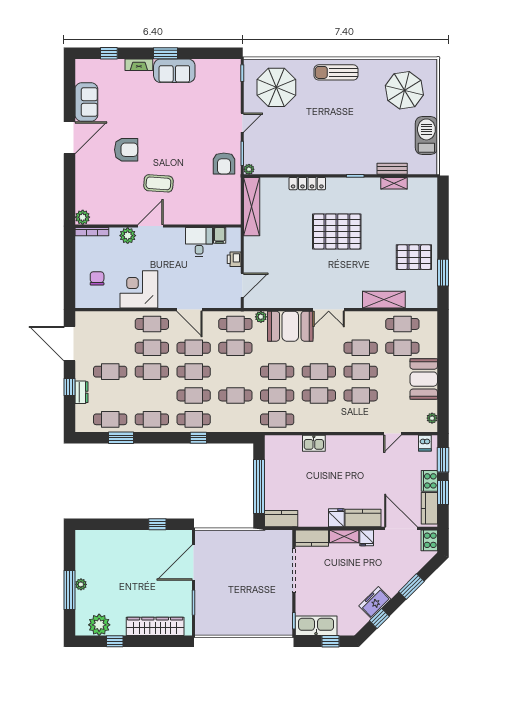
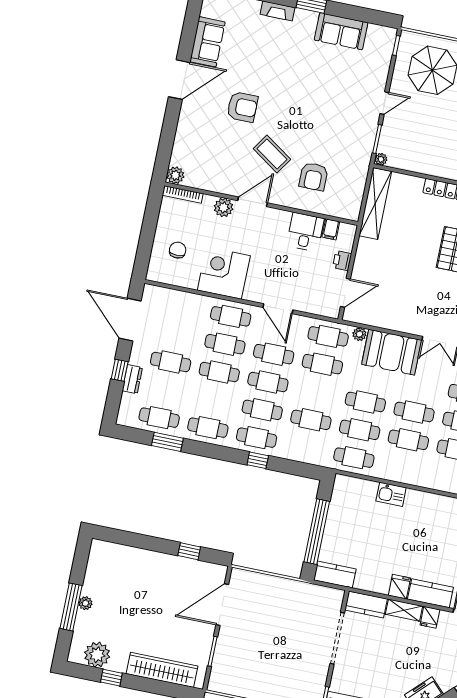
sofa: (174, 71) -> (341, 31), moved
armchair: (224, 163) -> (313, 177), moved
coffee table: (158, 183) -> (272, 154), turned 30

